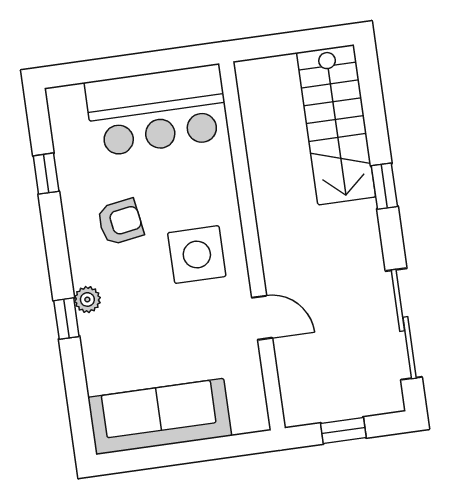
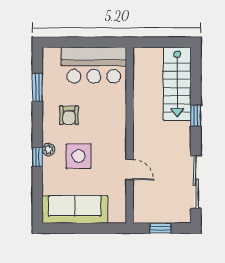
window: (46, 174) -> (37, 88), width x1.50
armchair: (120, 222) -> (69, 115), turned 99
side table: (197, 255) -> (79, 156), moved

